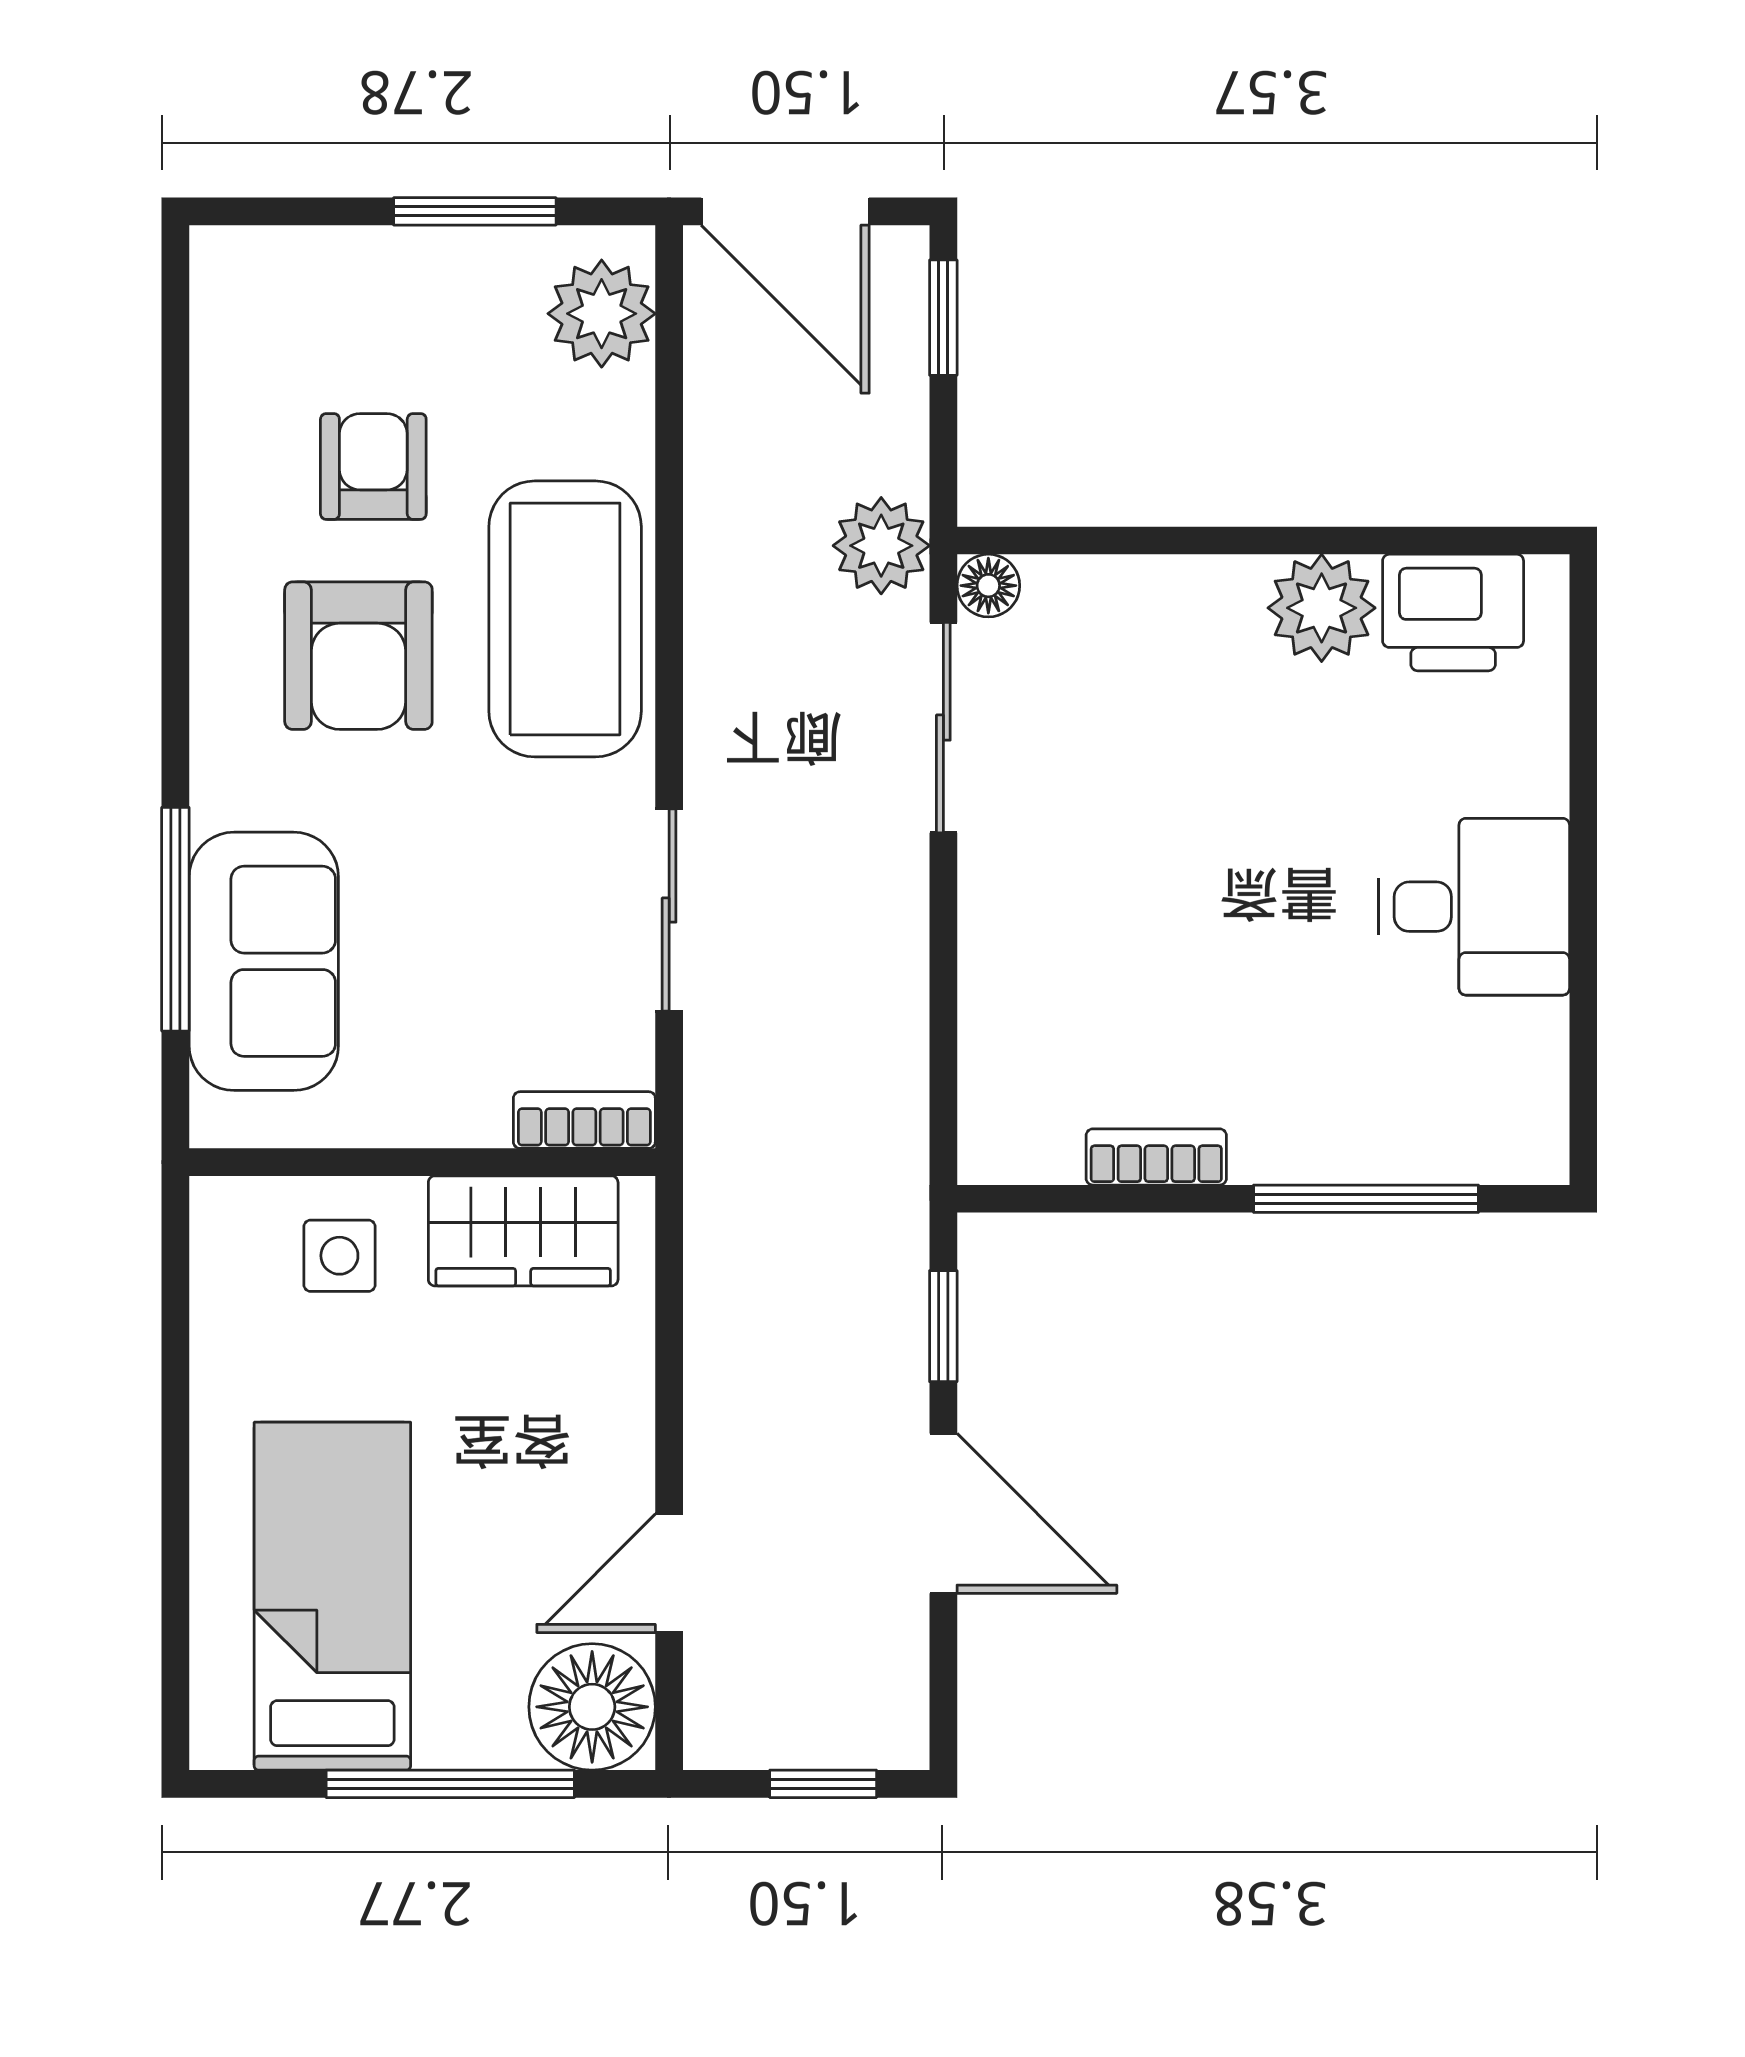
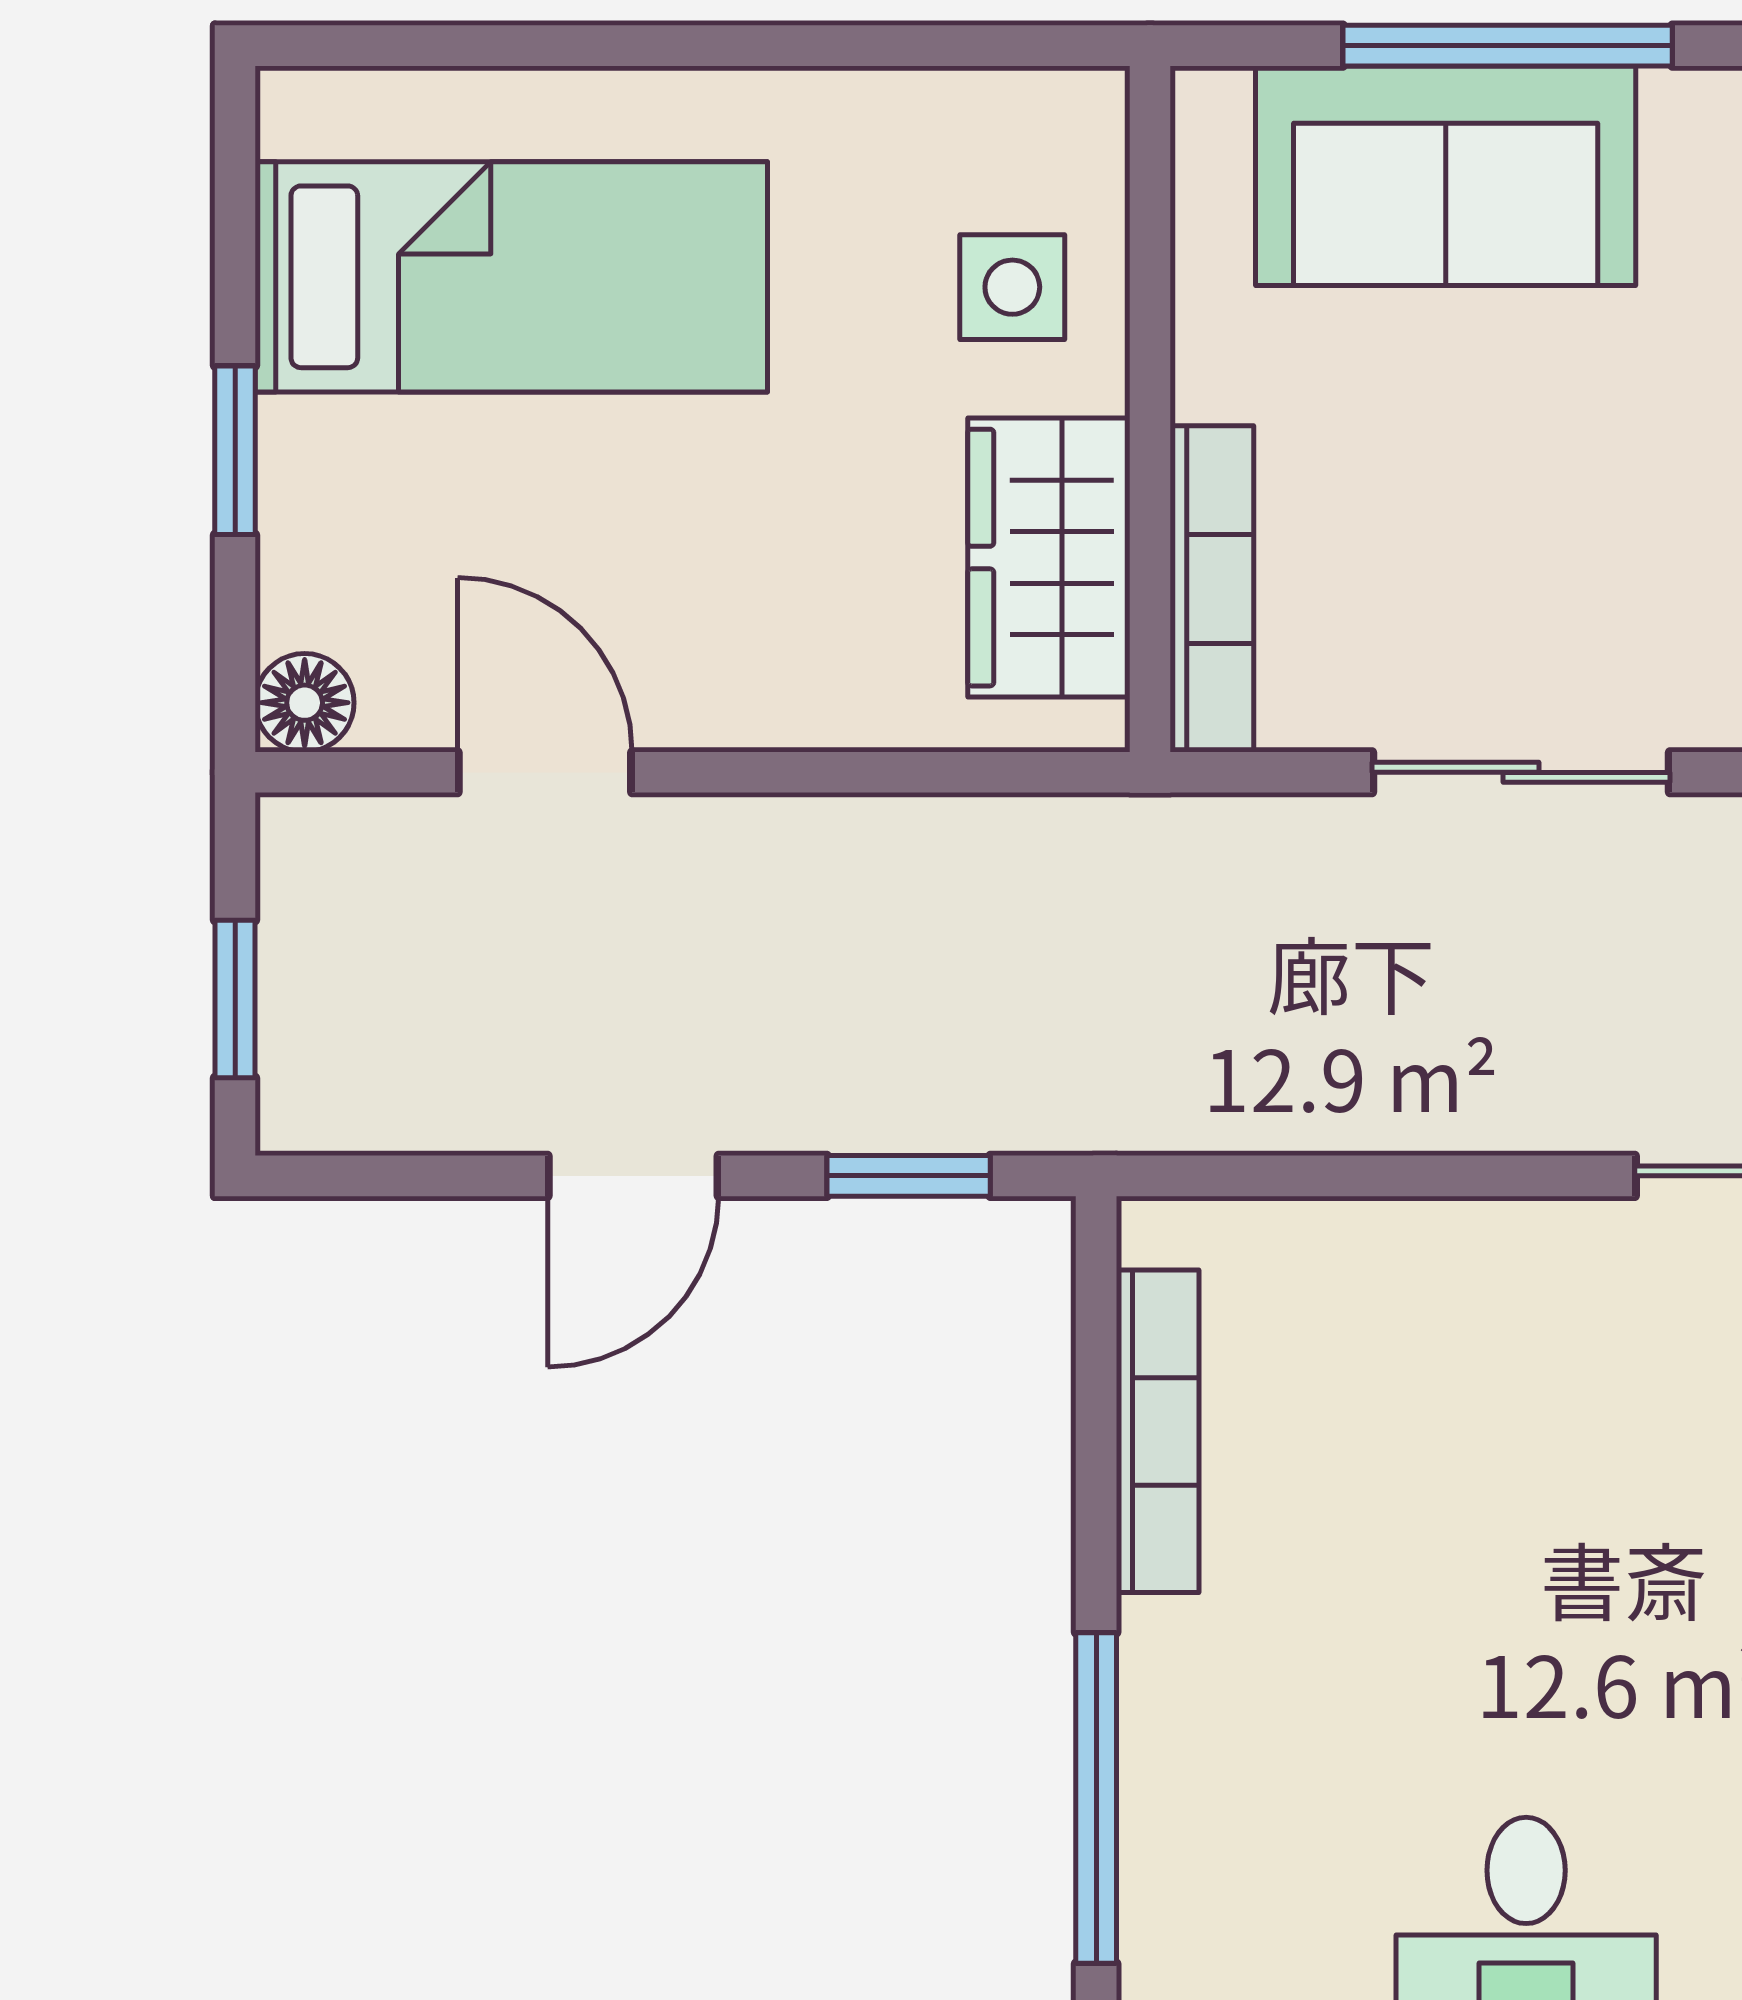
bookcase: (584, 1120) -> (1212, 589), width x1.56
bookcase: (1156, 1157) -> (1158, 1431), width x1.56
door: (943, 1513) -> (633, 1176), width x0.73
floor lamp: (592, 1707) -> (305, 703), width x0.53, depth x0.53
window: (450, 1784) -> (235, 450), width x0.46

